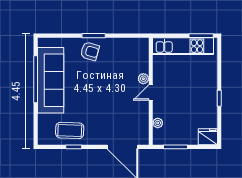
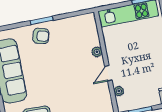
door: (151, 92) -> (108, 73), moved

